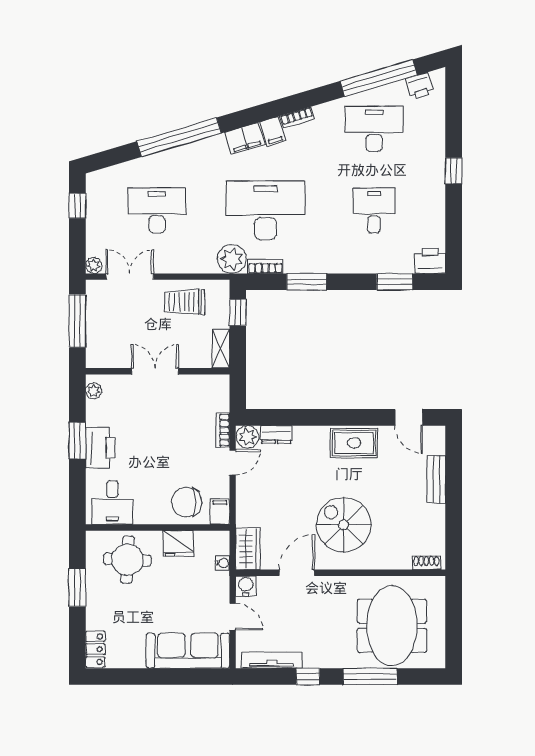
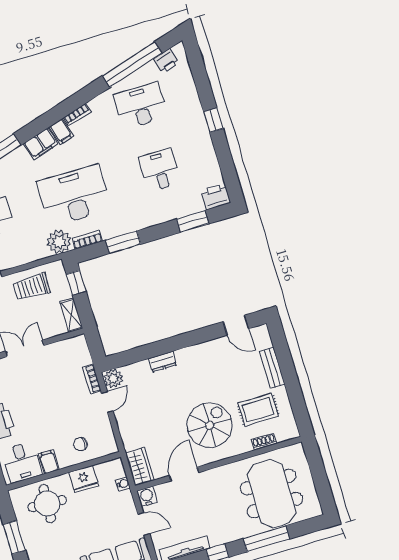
dresser: (276, 435) -> (162, 362), moved
rug: (354, 443) -> (258, 410), moved
chair: (187, 502) -> (80, 444), width x0.54, depth x0.54
filing cabinet: (220, 512) -> (49, 462), moved
spiral stairs: (344, 525) -> (210, 425), turned 90
shoe rack: (426, 563) -> (264, 442), moved

